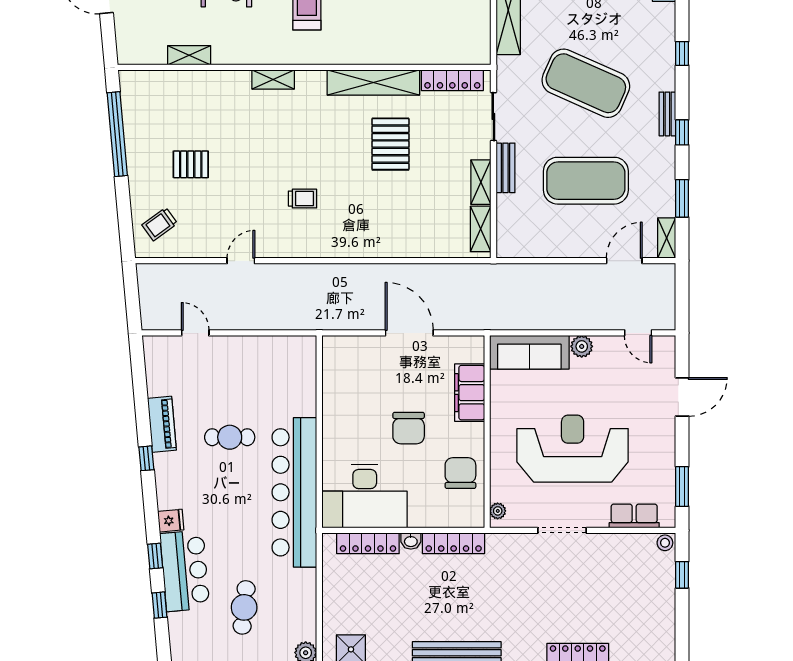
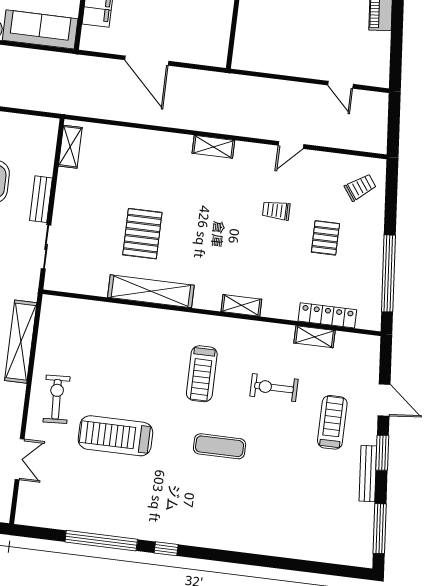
locker: (452, 80) -> (327, 315), moved
pallet: (191, 164) -> (325, 238), turned 90
shelving: (481, 182) -> (213, 147), moved, turned 90
trolley: (303, 199) -> (276, 210), moved

